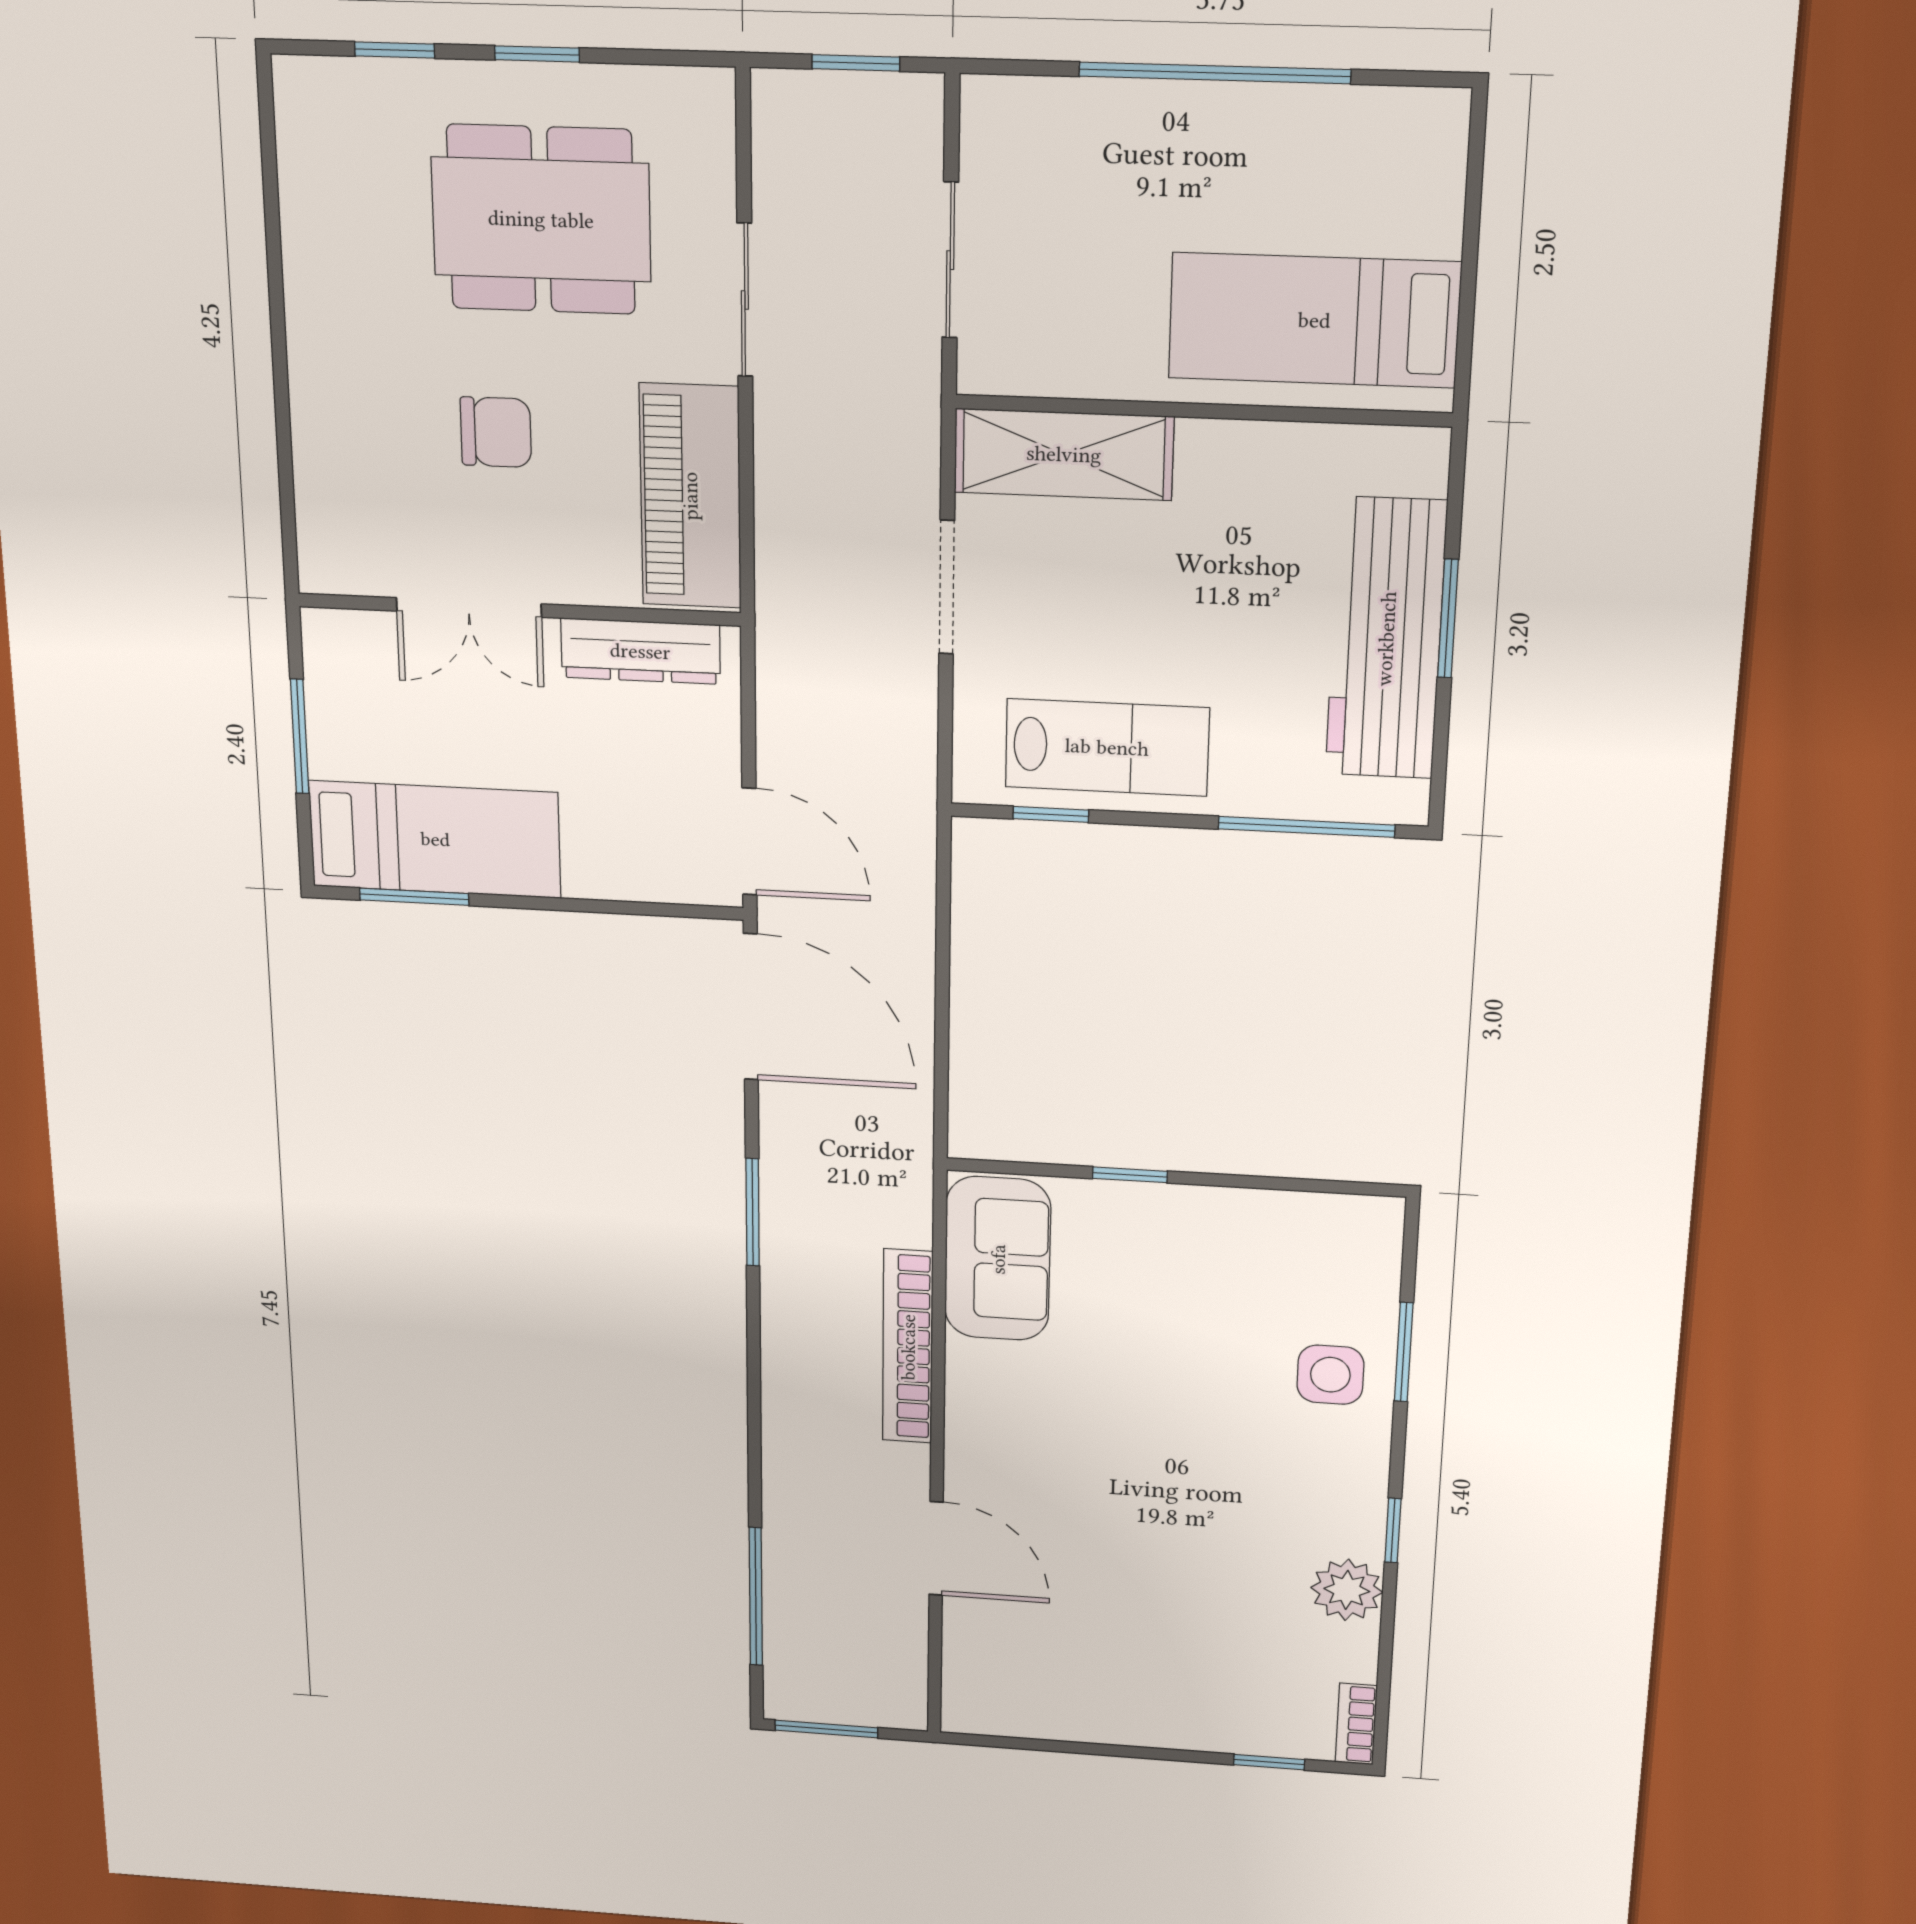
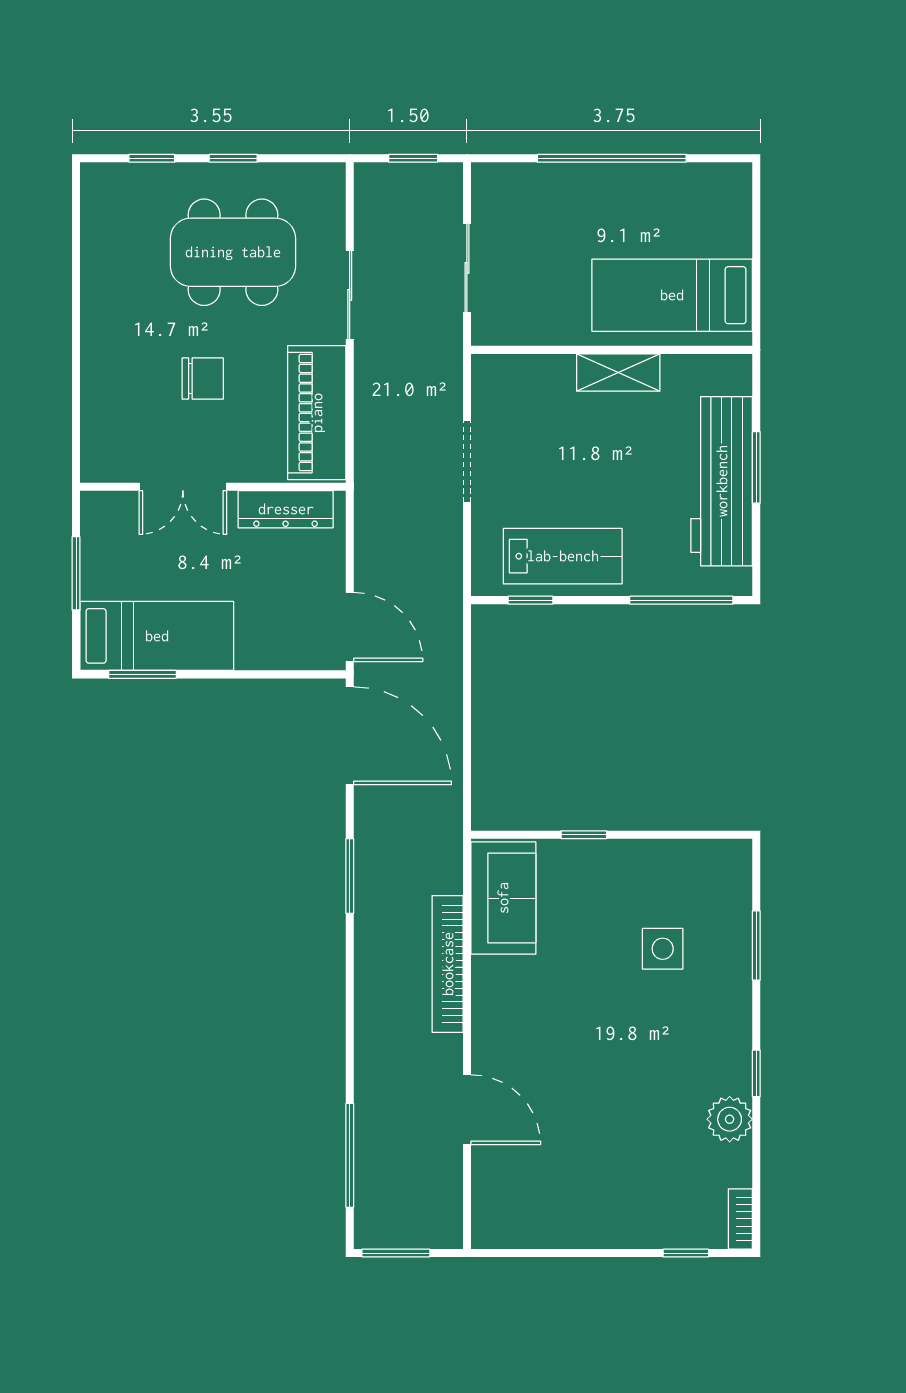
shelving: (1064, 454) -> (618, 373), moved, width x0.67, depth x0.75
side table: (1330, 1375) -> (663, 949), moved

